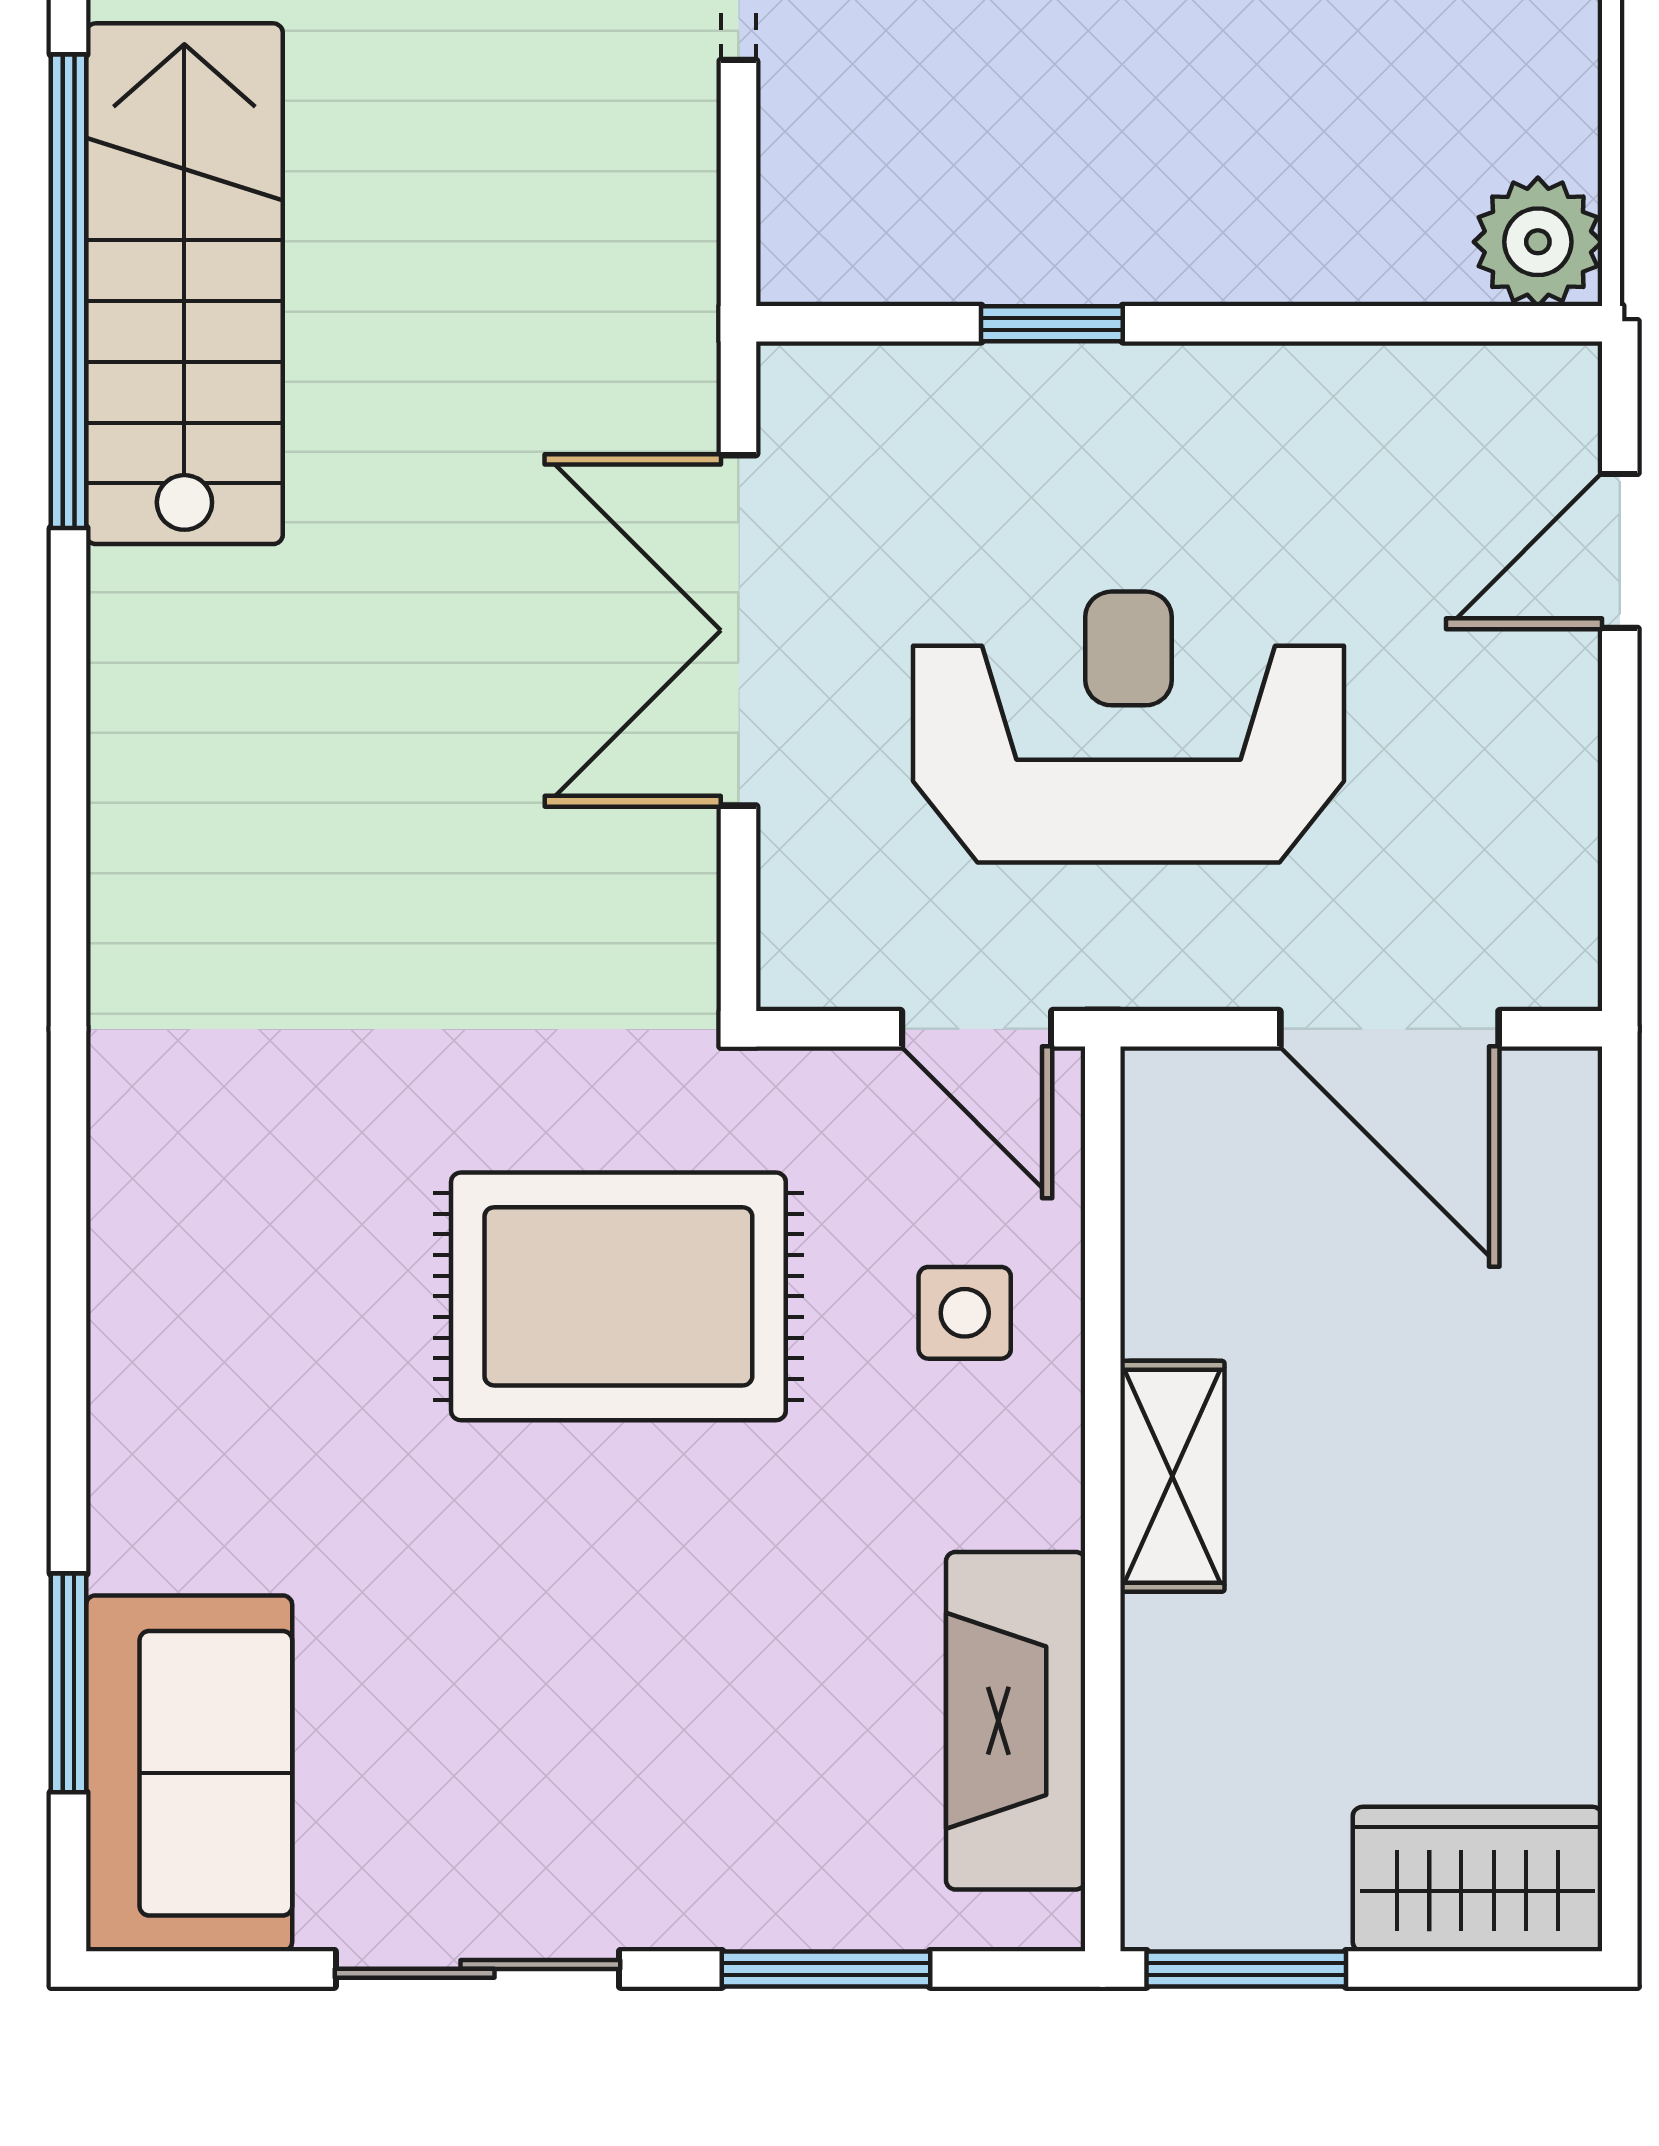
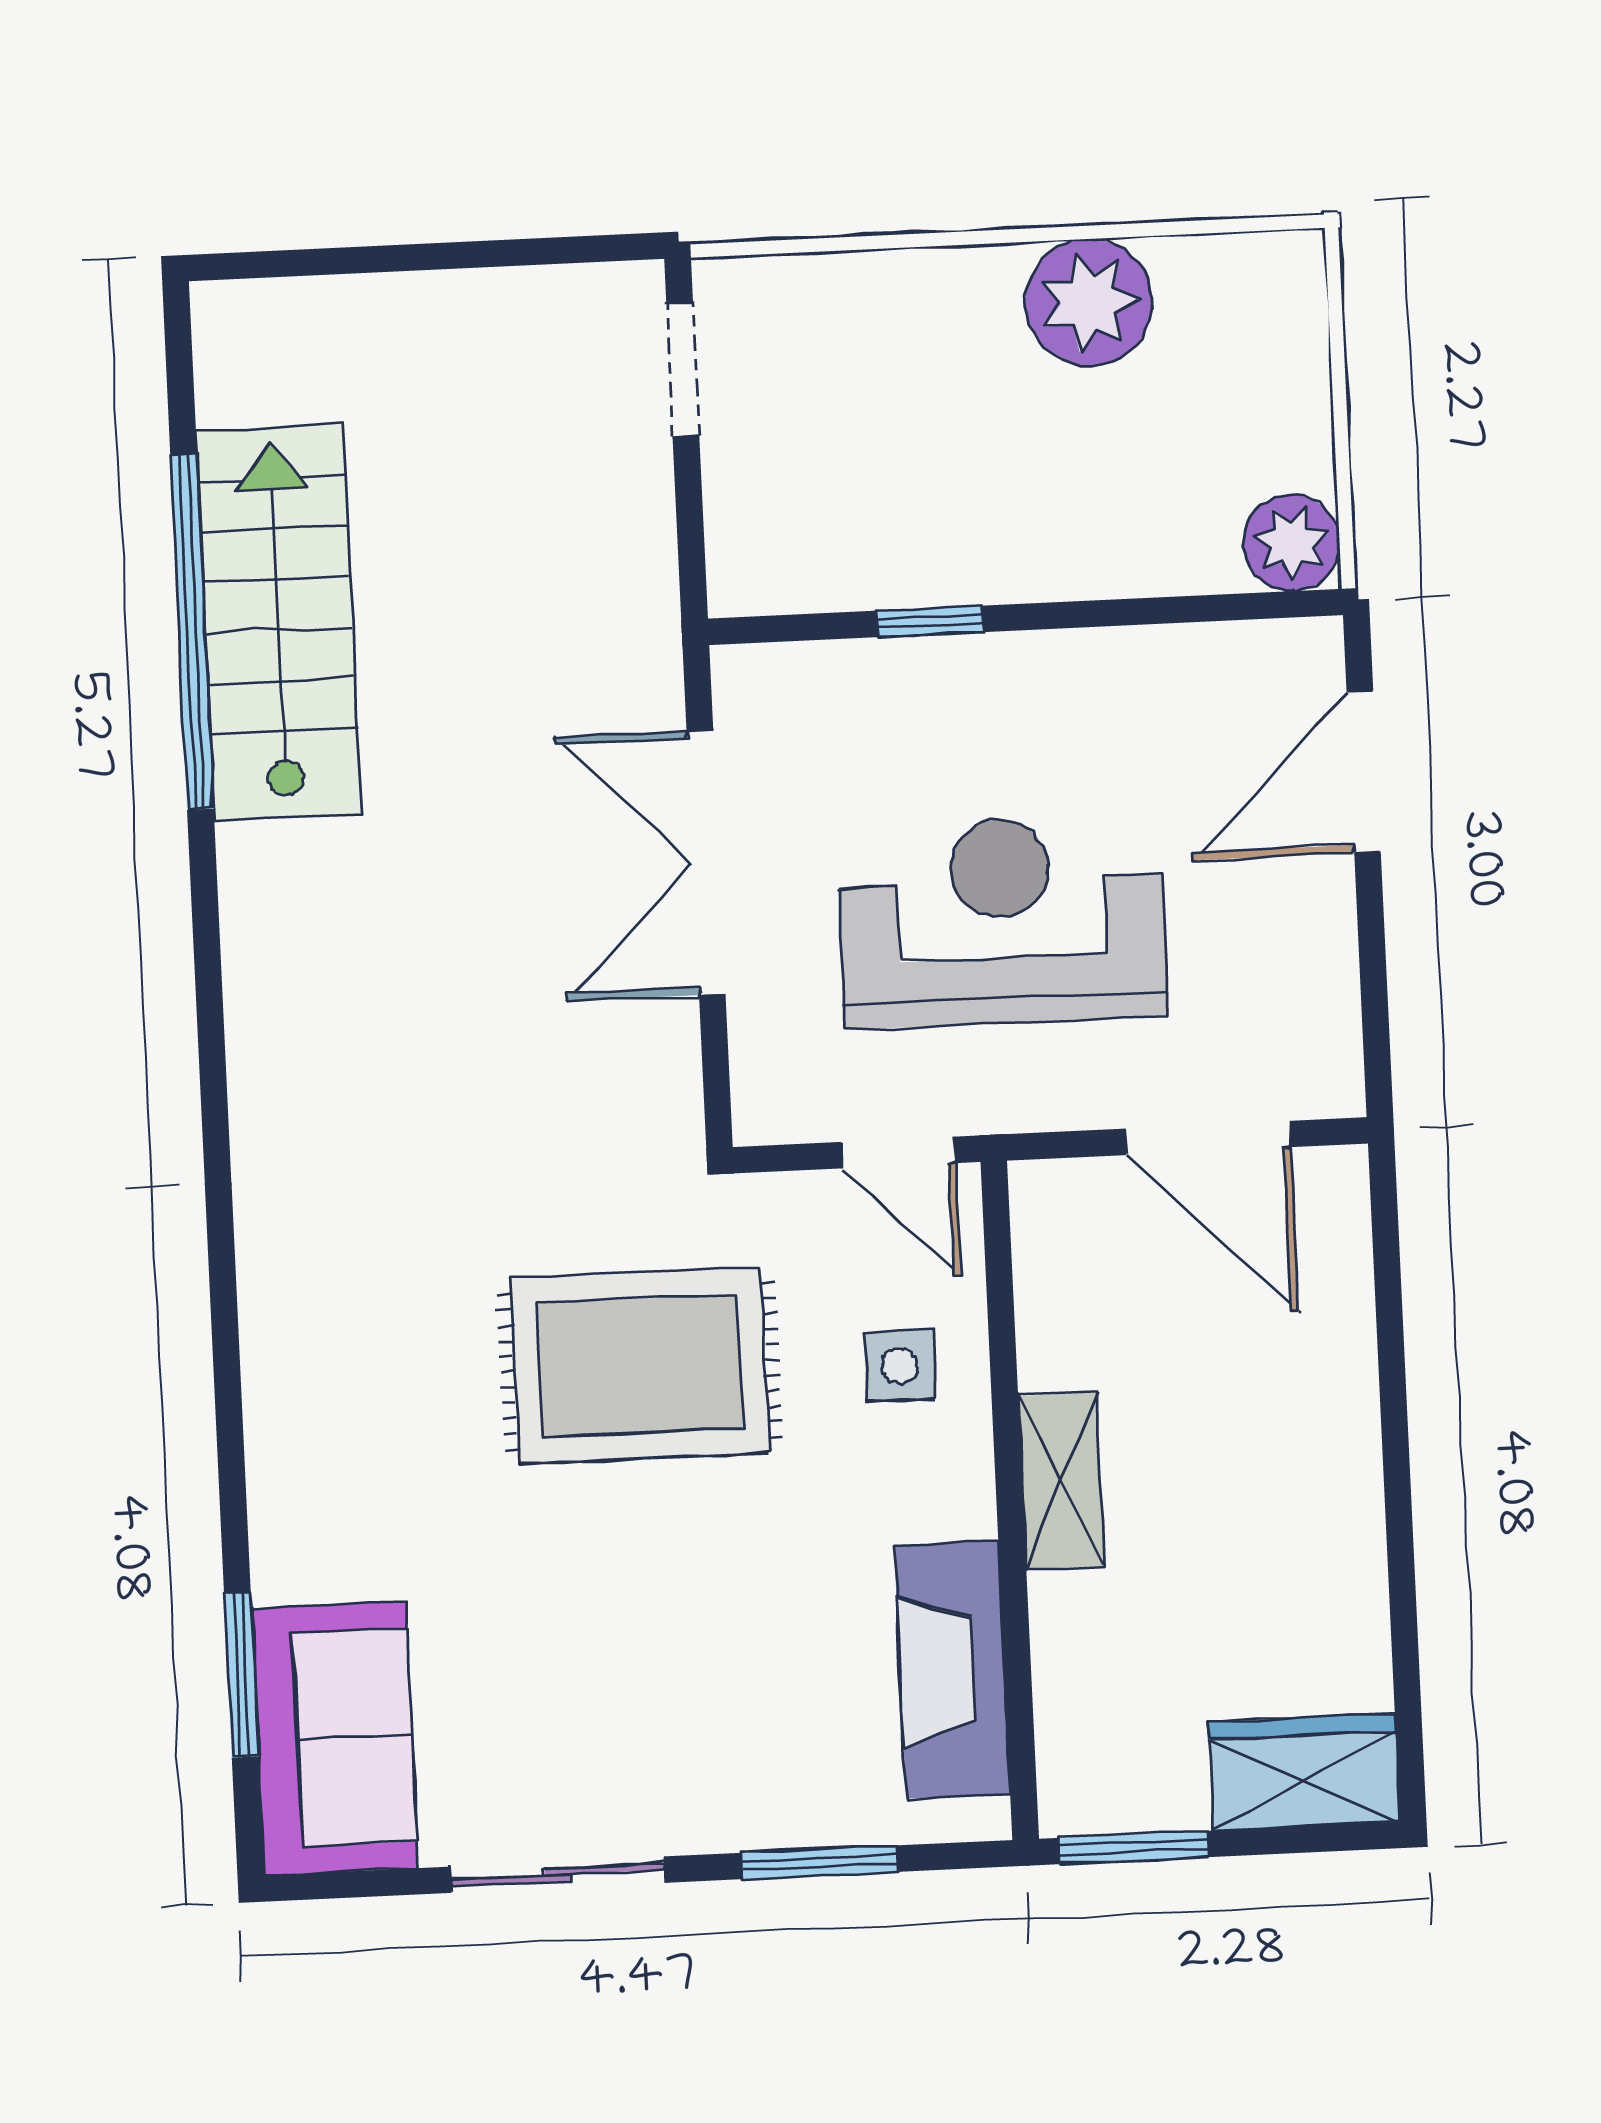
door: (1620, 551) -> (1364, 772), width x1.38

